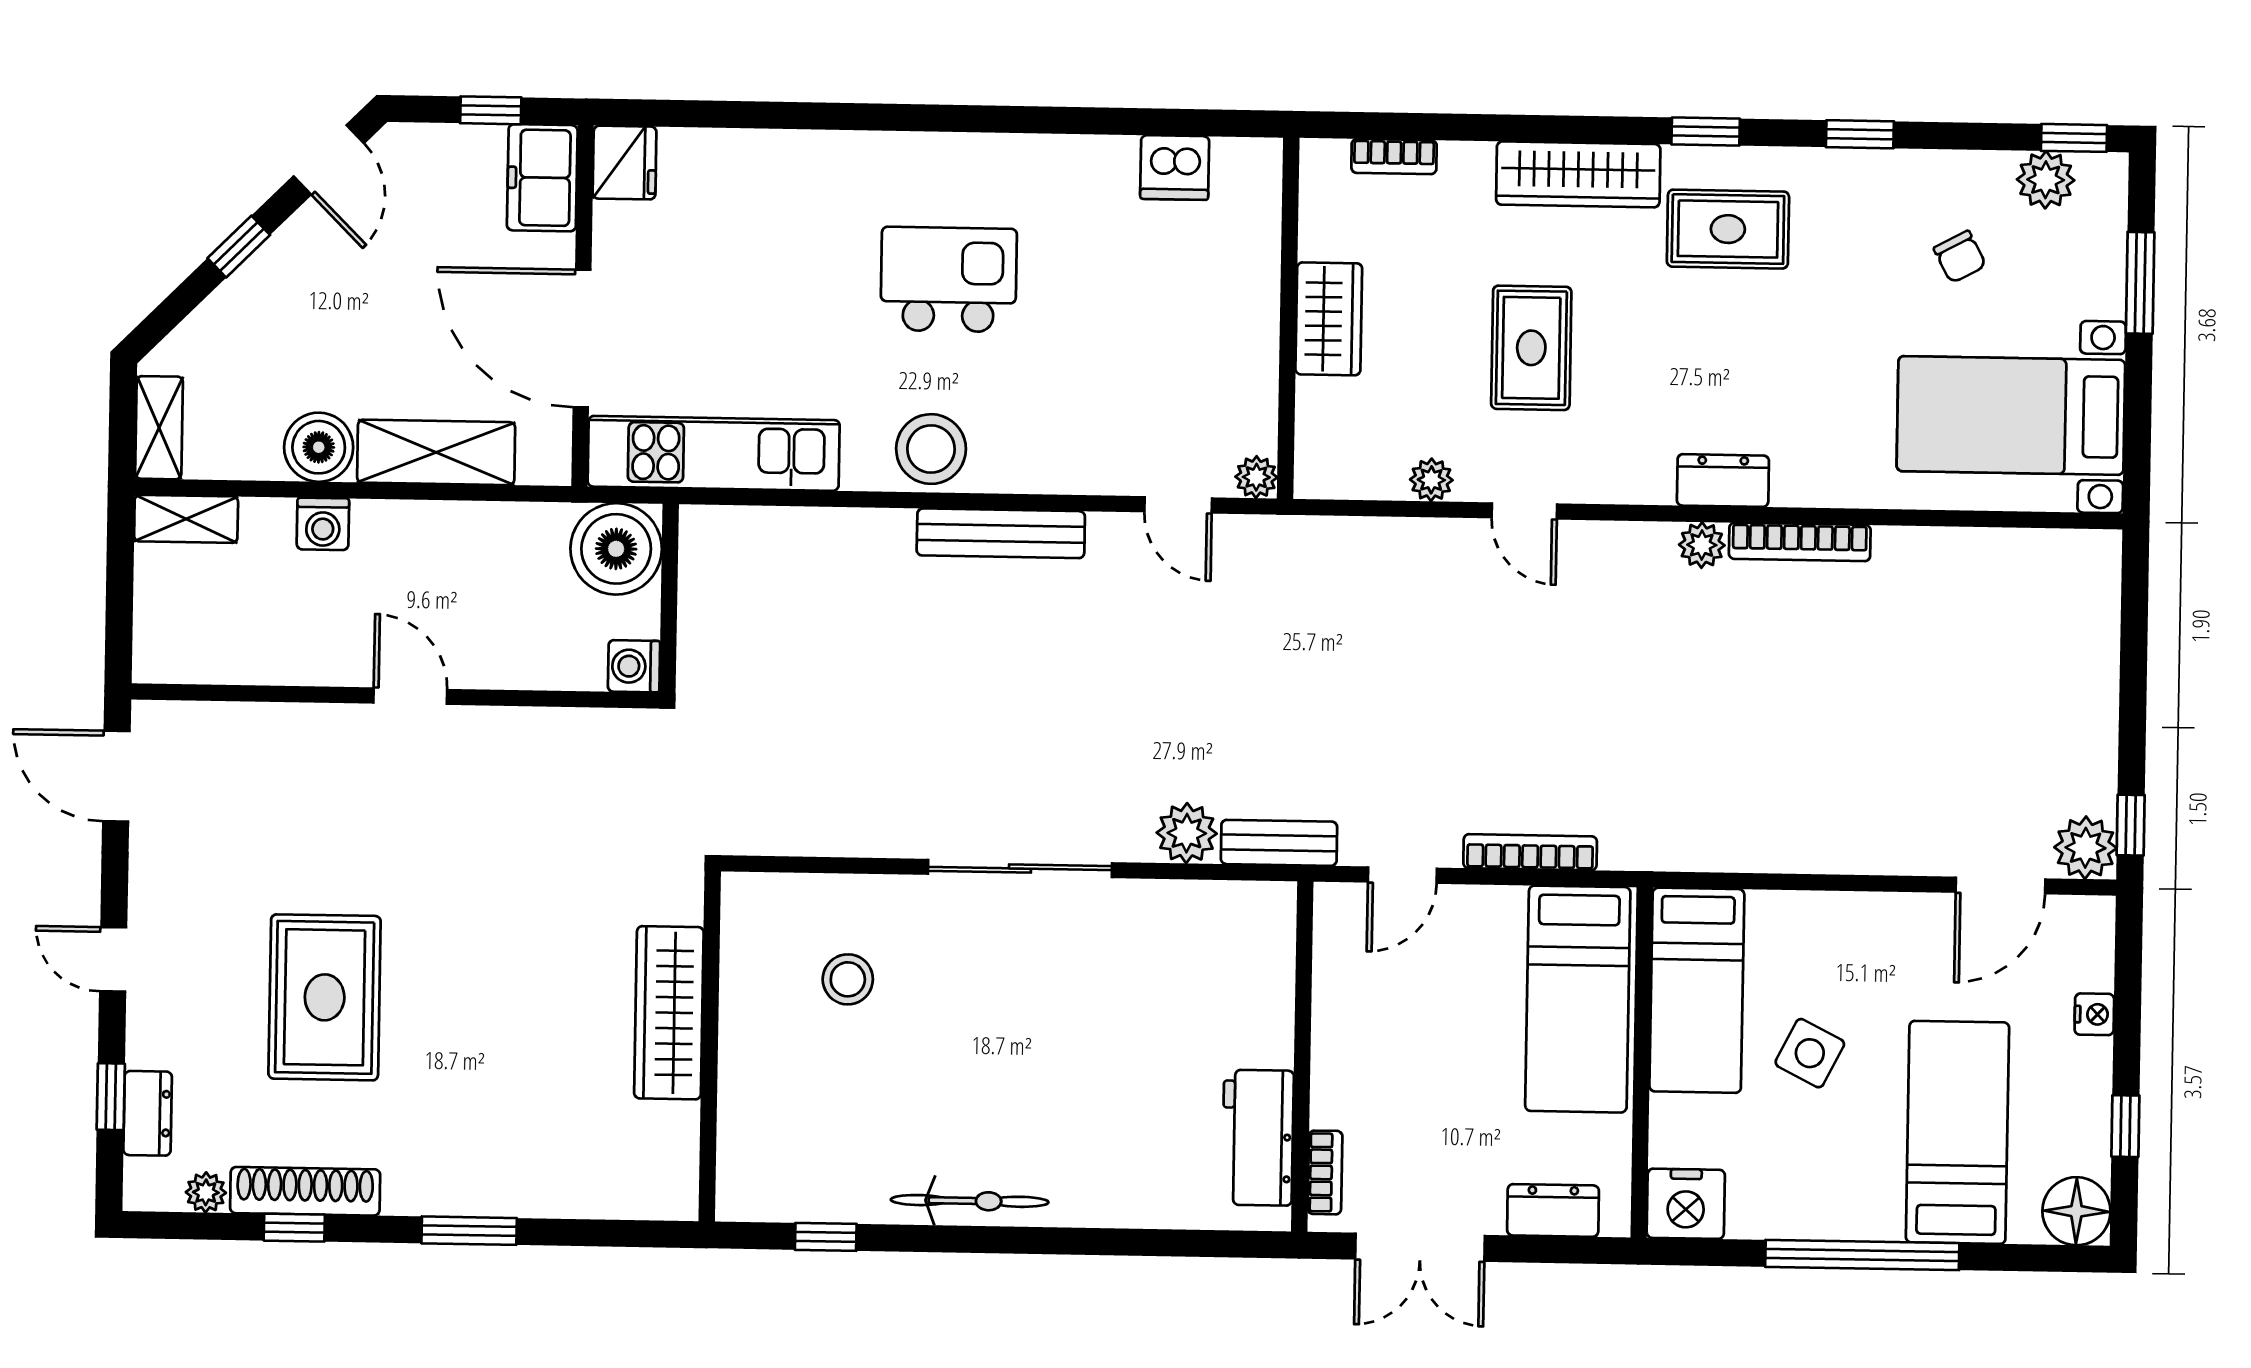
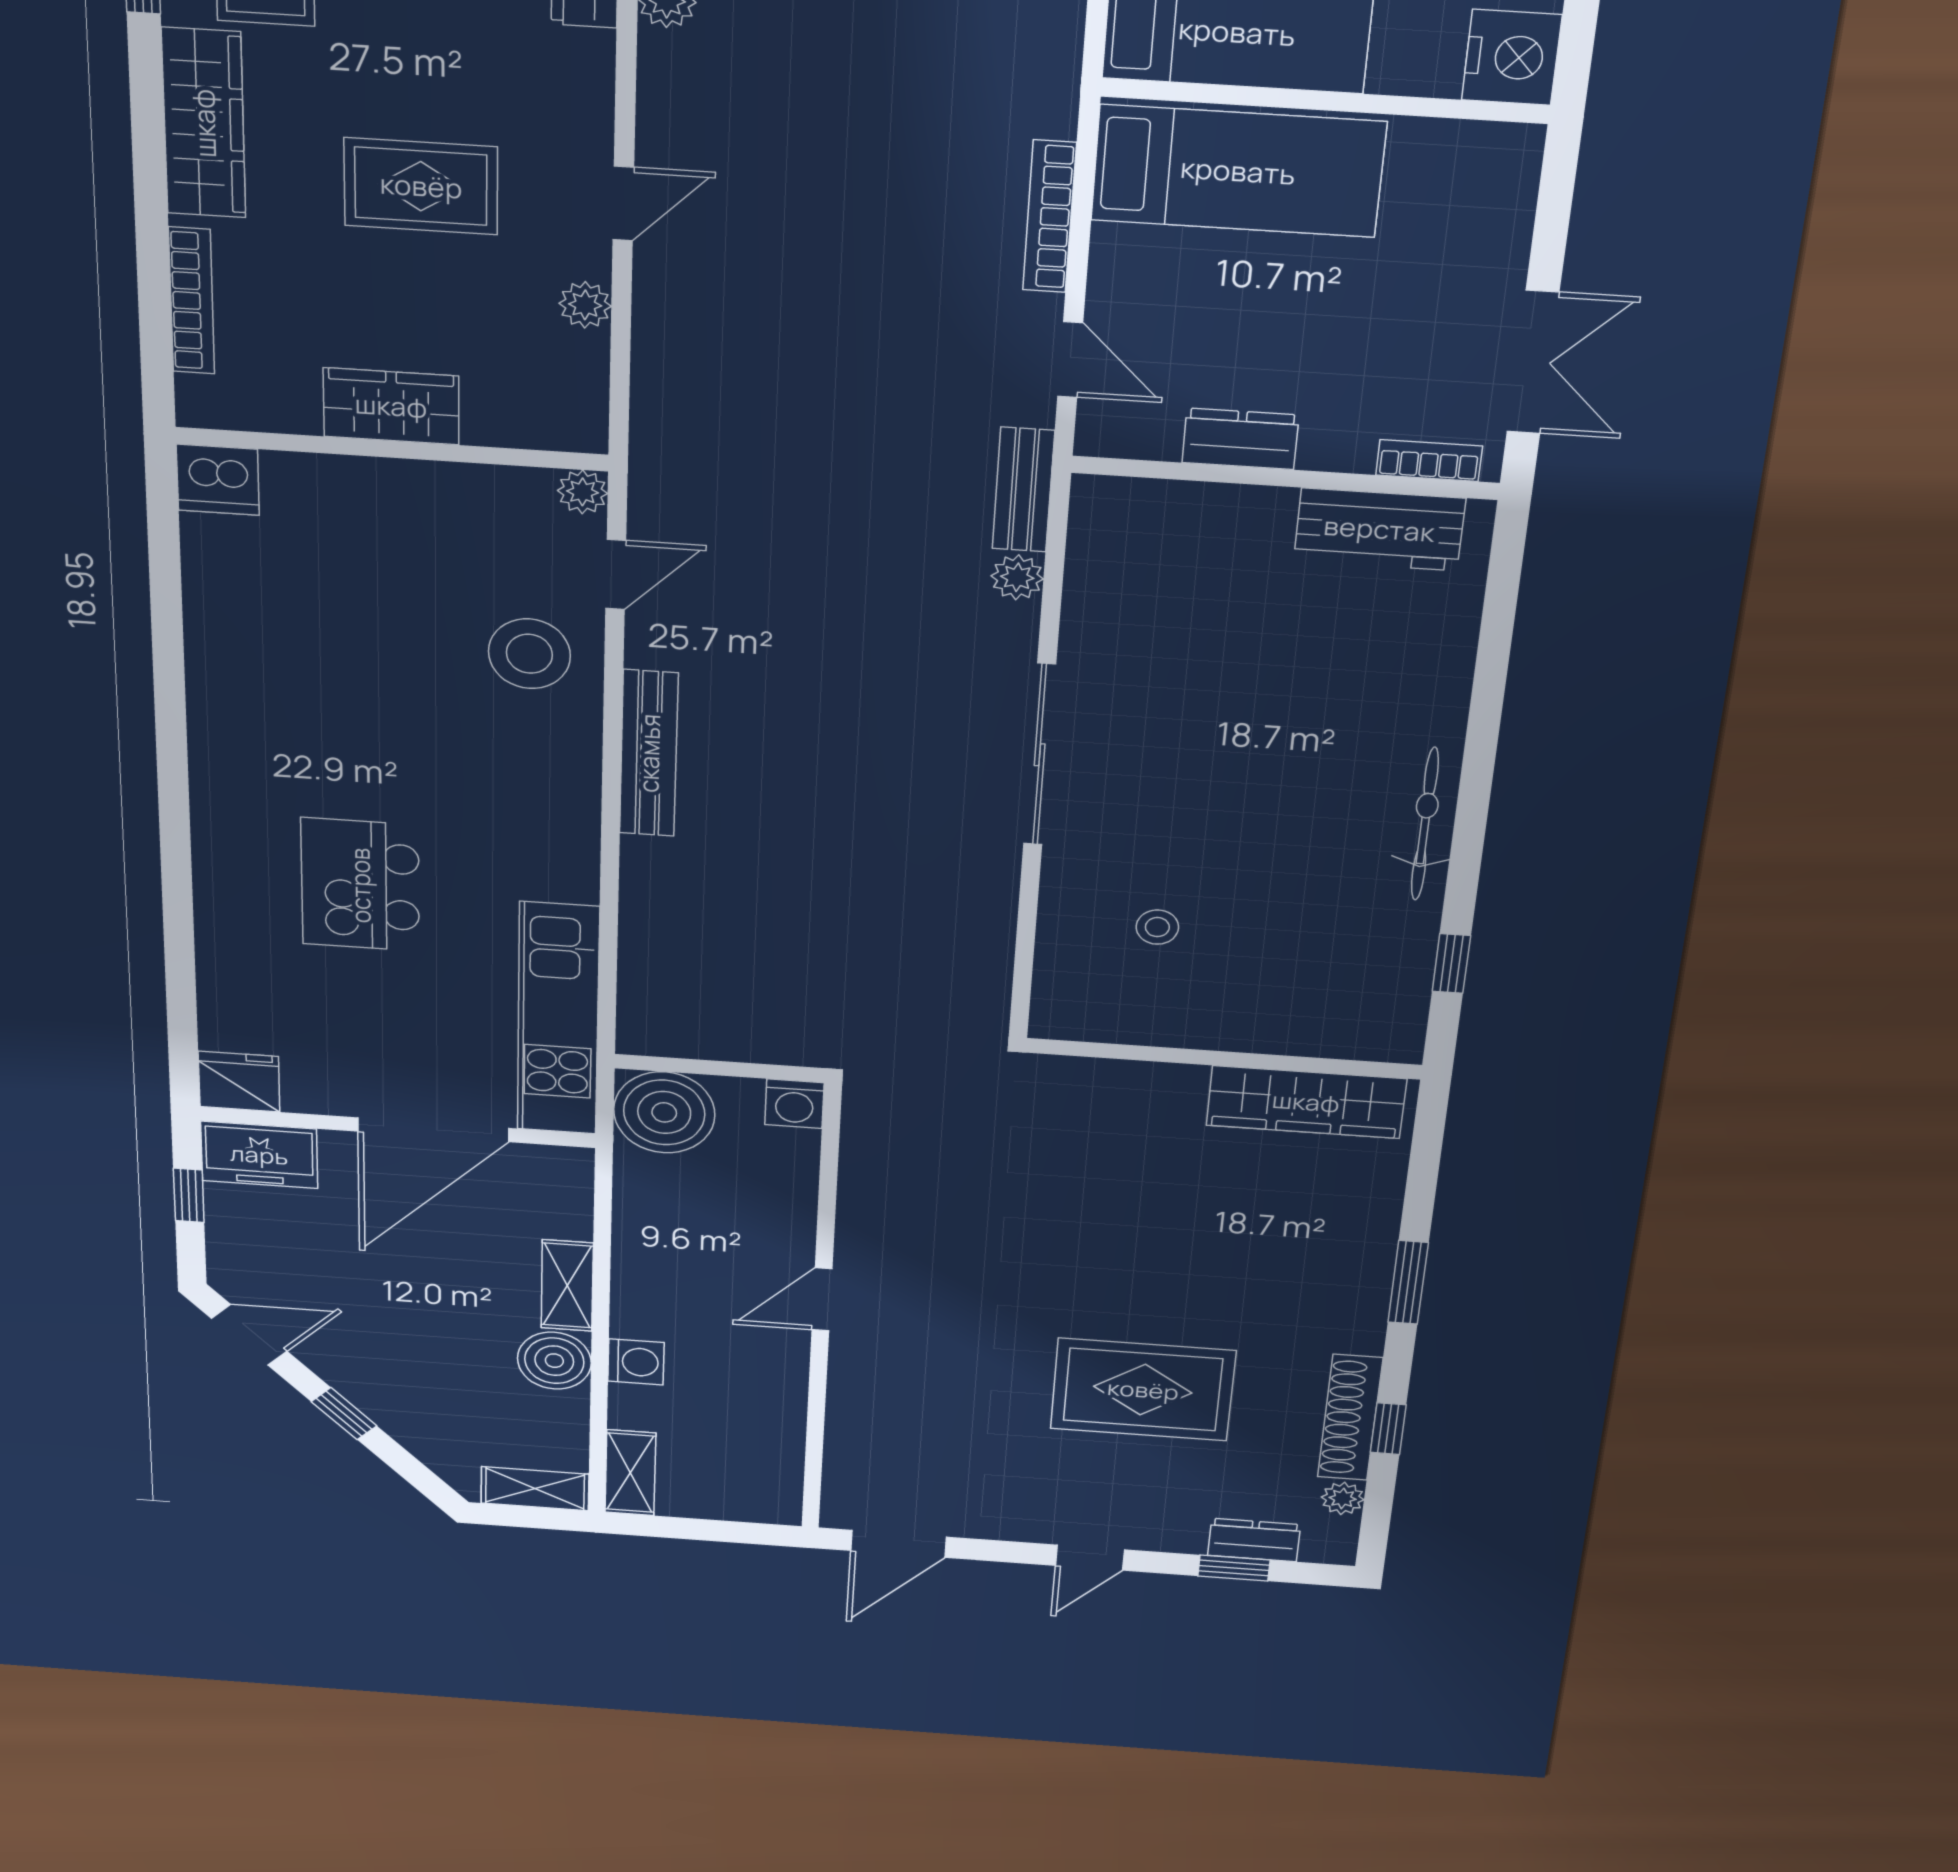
bookcase: (1394, 157) -> (192, 301), width x1.56
dishwasher: (1175, 168) -> (218, 480), moved, turned 90
kitchen island: (949, 279) -> (360, 885), moved
stool: (931, 449) -> (529, 654), moved
shelving: (436, 452) -> (567, 1285), width x0.67, depth x0.75
plant: (1187, 833) -> (1017, 577), width x0.73, depth x0.73
stool: (848, 979) -> (1157, 927), width x0.73, depth x0.73
wardrobe: (669, 1013) -> (1306, 1102), moved
dresser: (1553, 1210) -> (1240, 439), moved, turned 90

